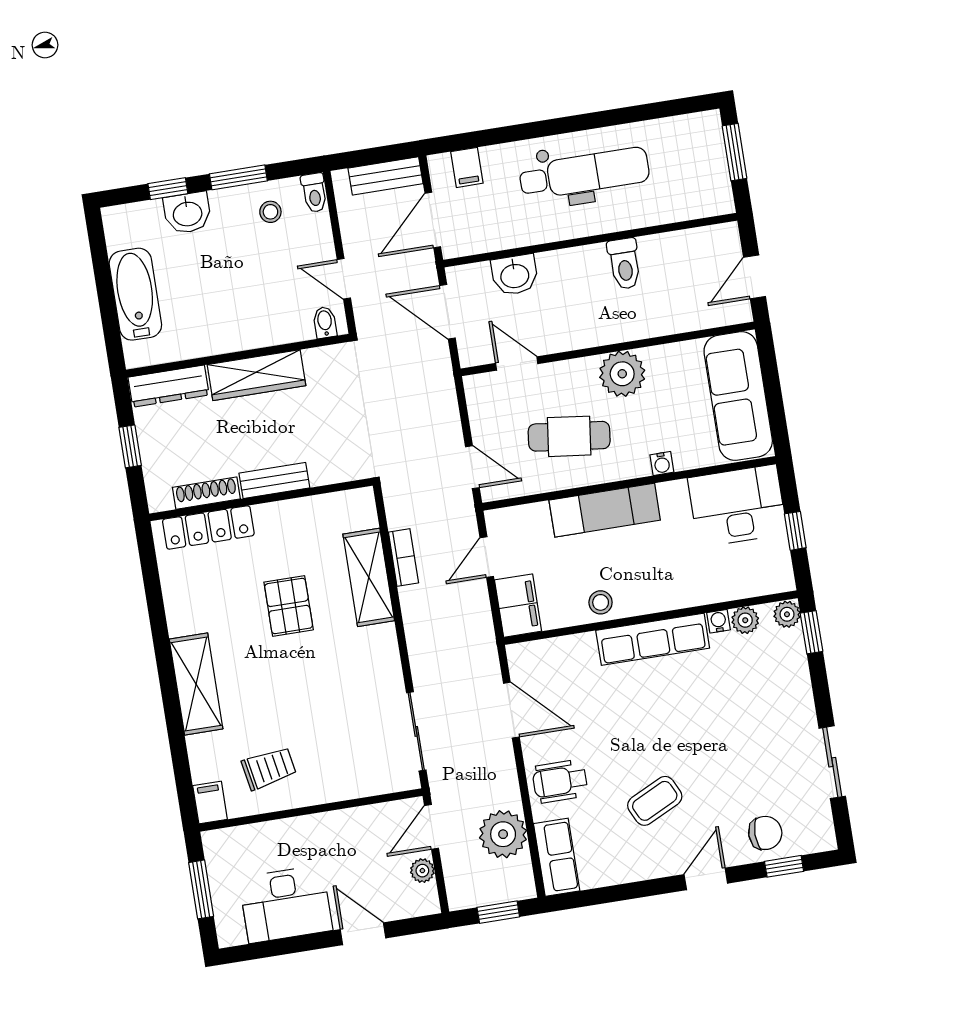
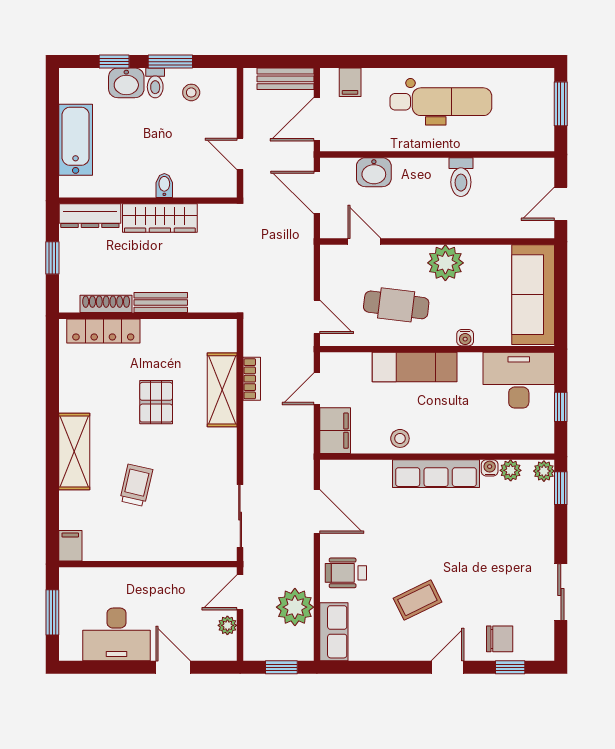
toilet: (314, 193) -> (155, 83), moved
bidet: (325, 322) -> (164, 186), moved
trolley: (269, 768) -> (136, 485), moved, turned -67

